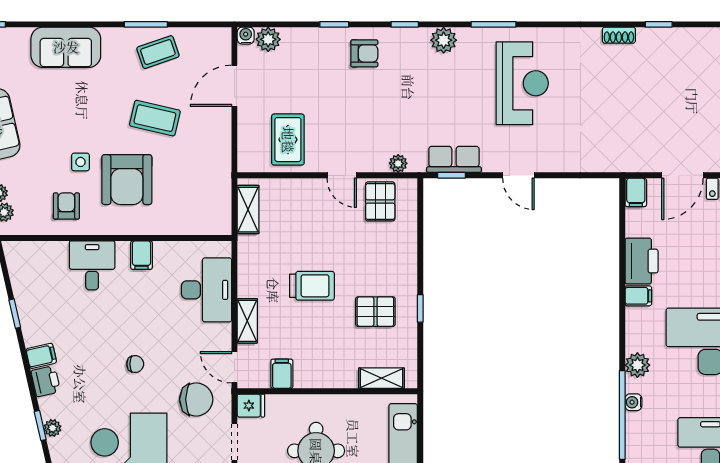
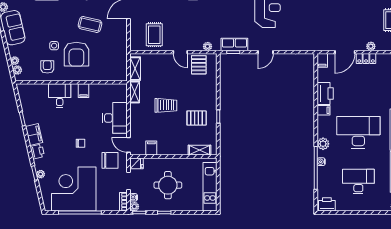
door: (518, 175) -> (266, 52), hinge flipped
desk: (206, 290) -> (115, 118), moved
shelving: (247, 321) -> (135, 92), moved
filing cabinet: (41, 356) -> (34, 134), width x2.00

